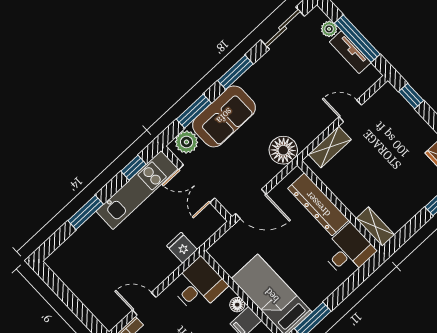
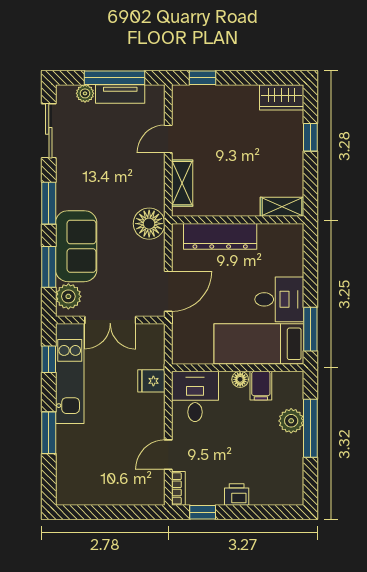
desk: (348, 251) -> (279, 299), moved, turned 90

